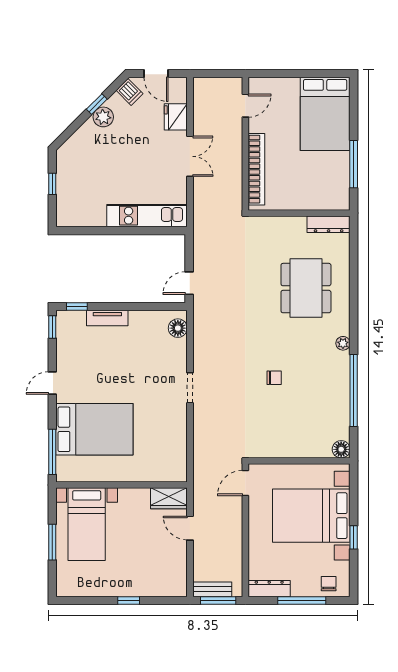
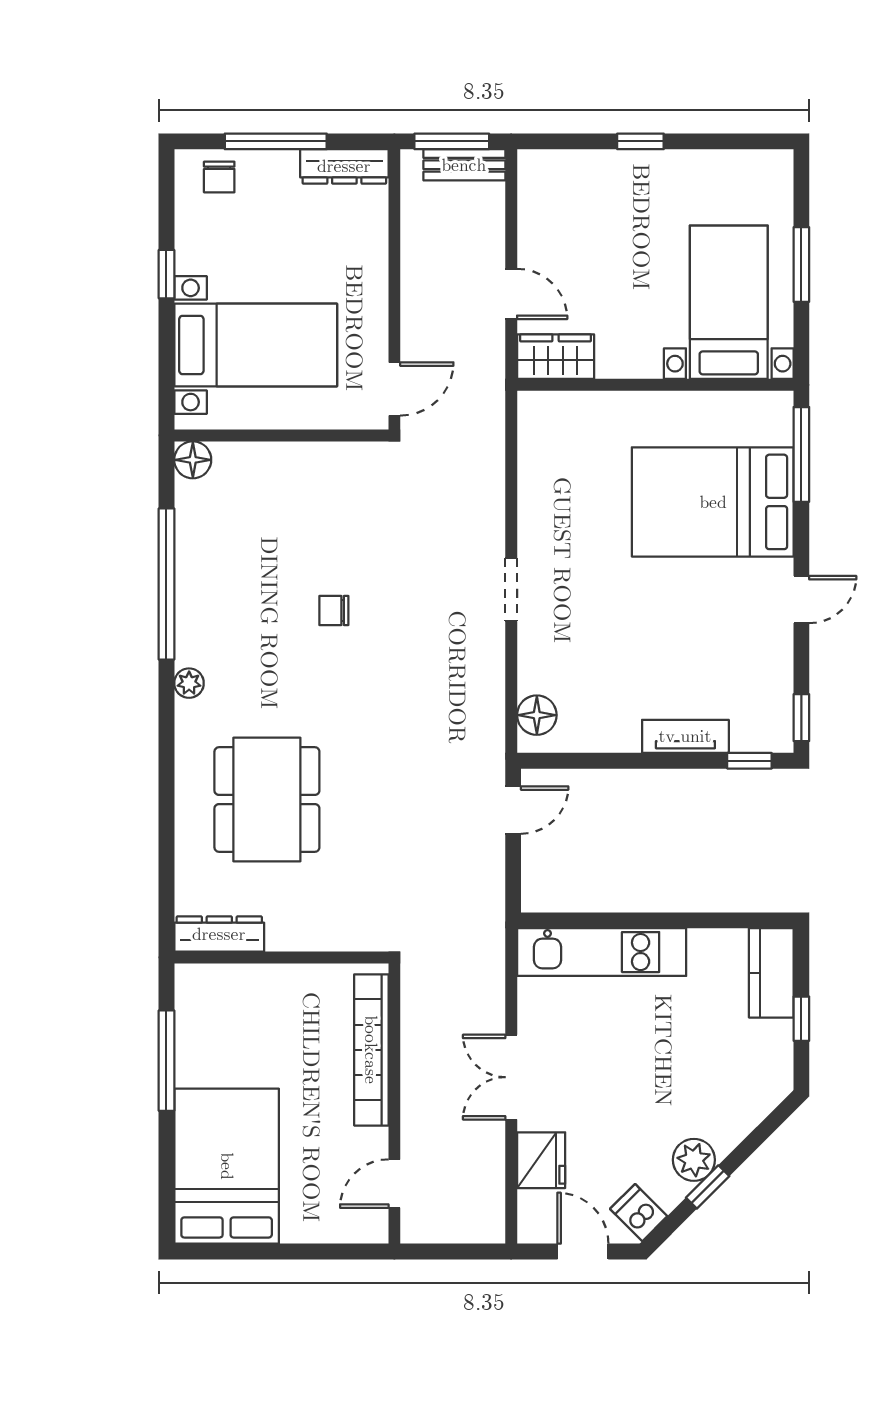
kitchen counter: (67, 206) -> (771, 973), added
bed with nightstands: (311, 516) -> (256, 345), width x0.73

